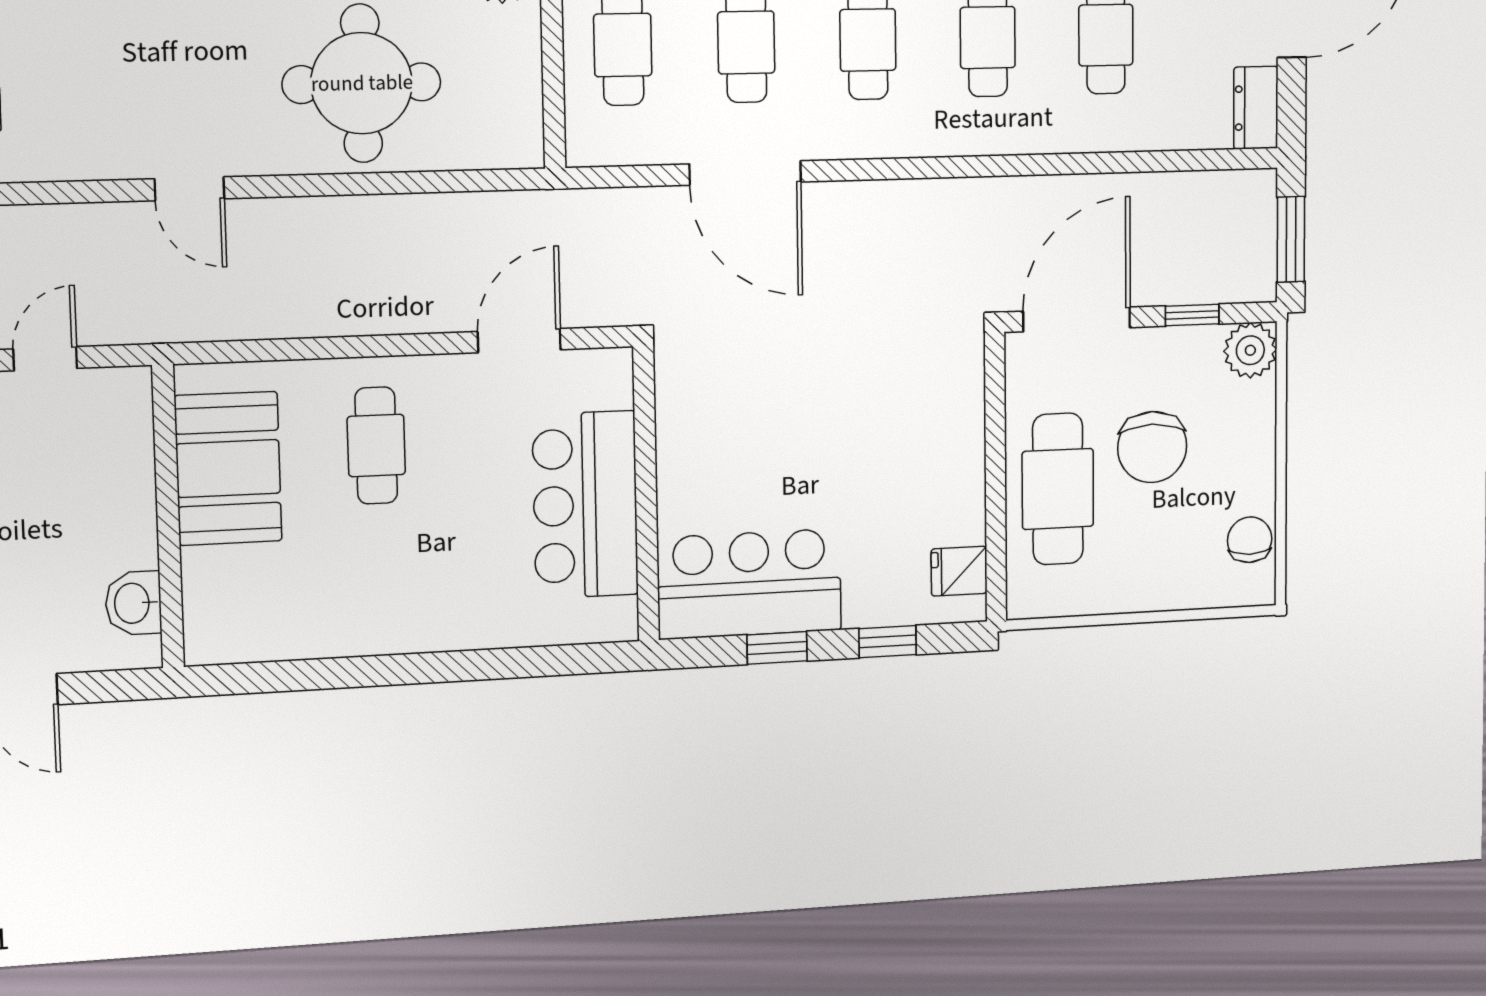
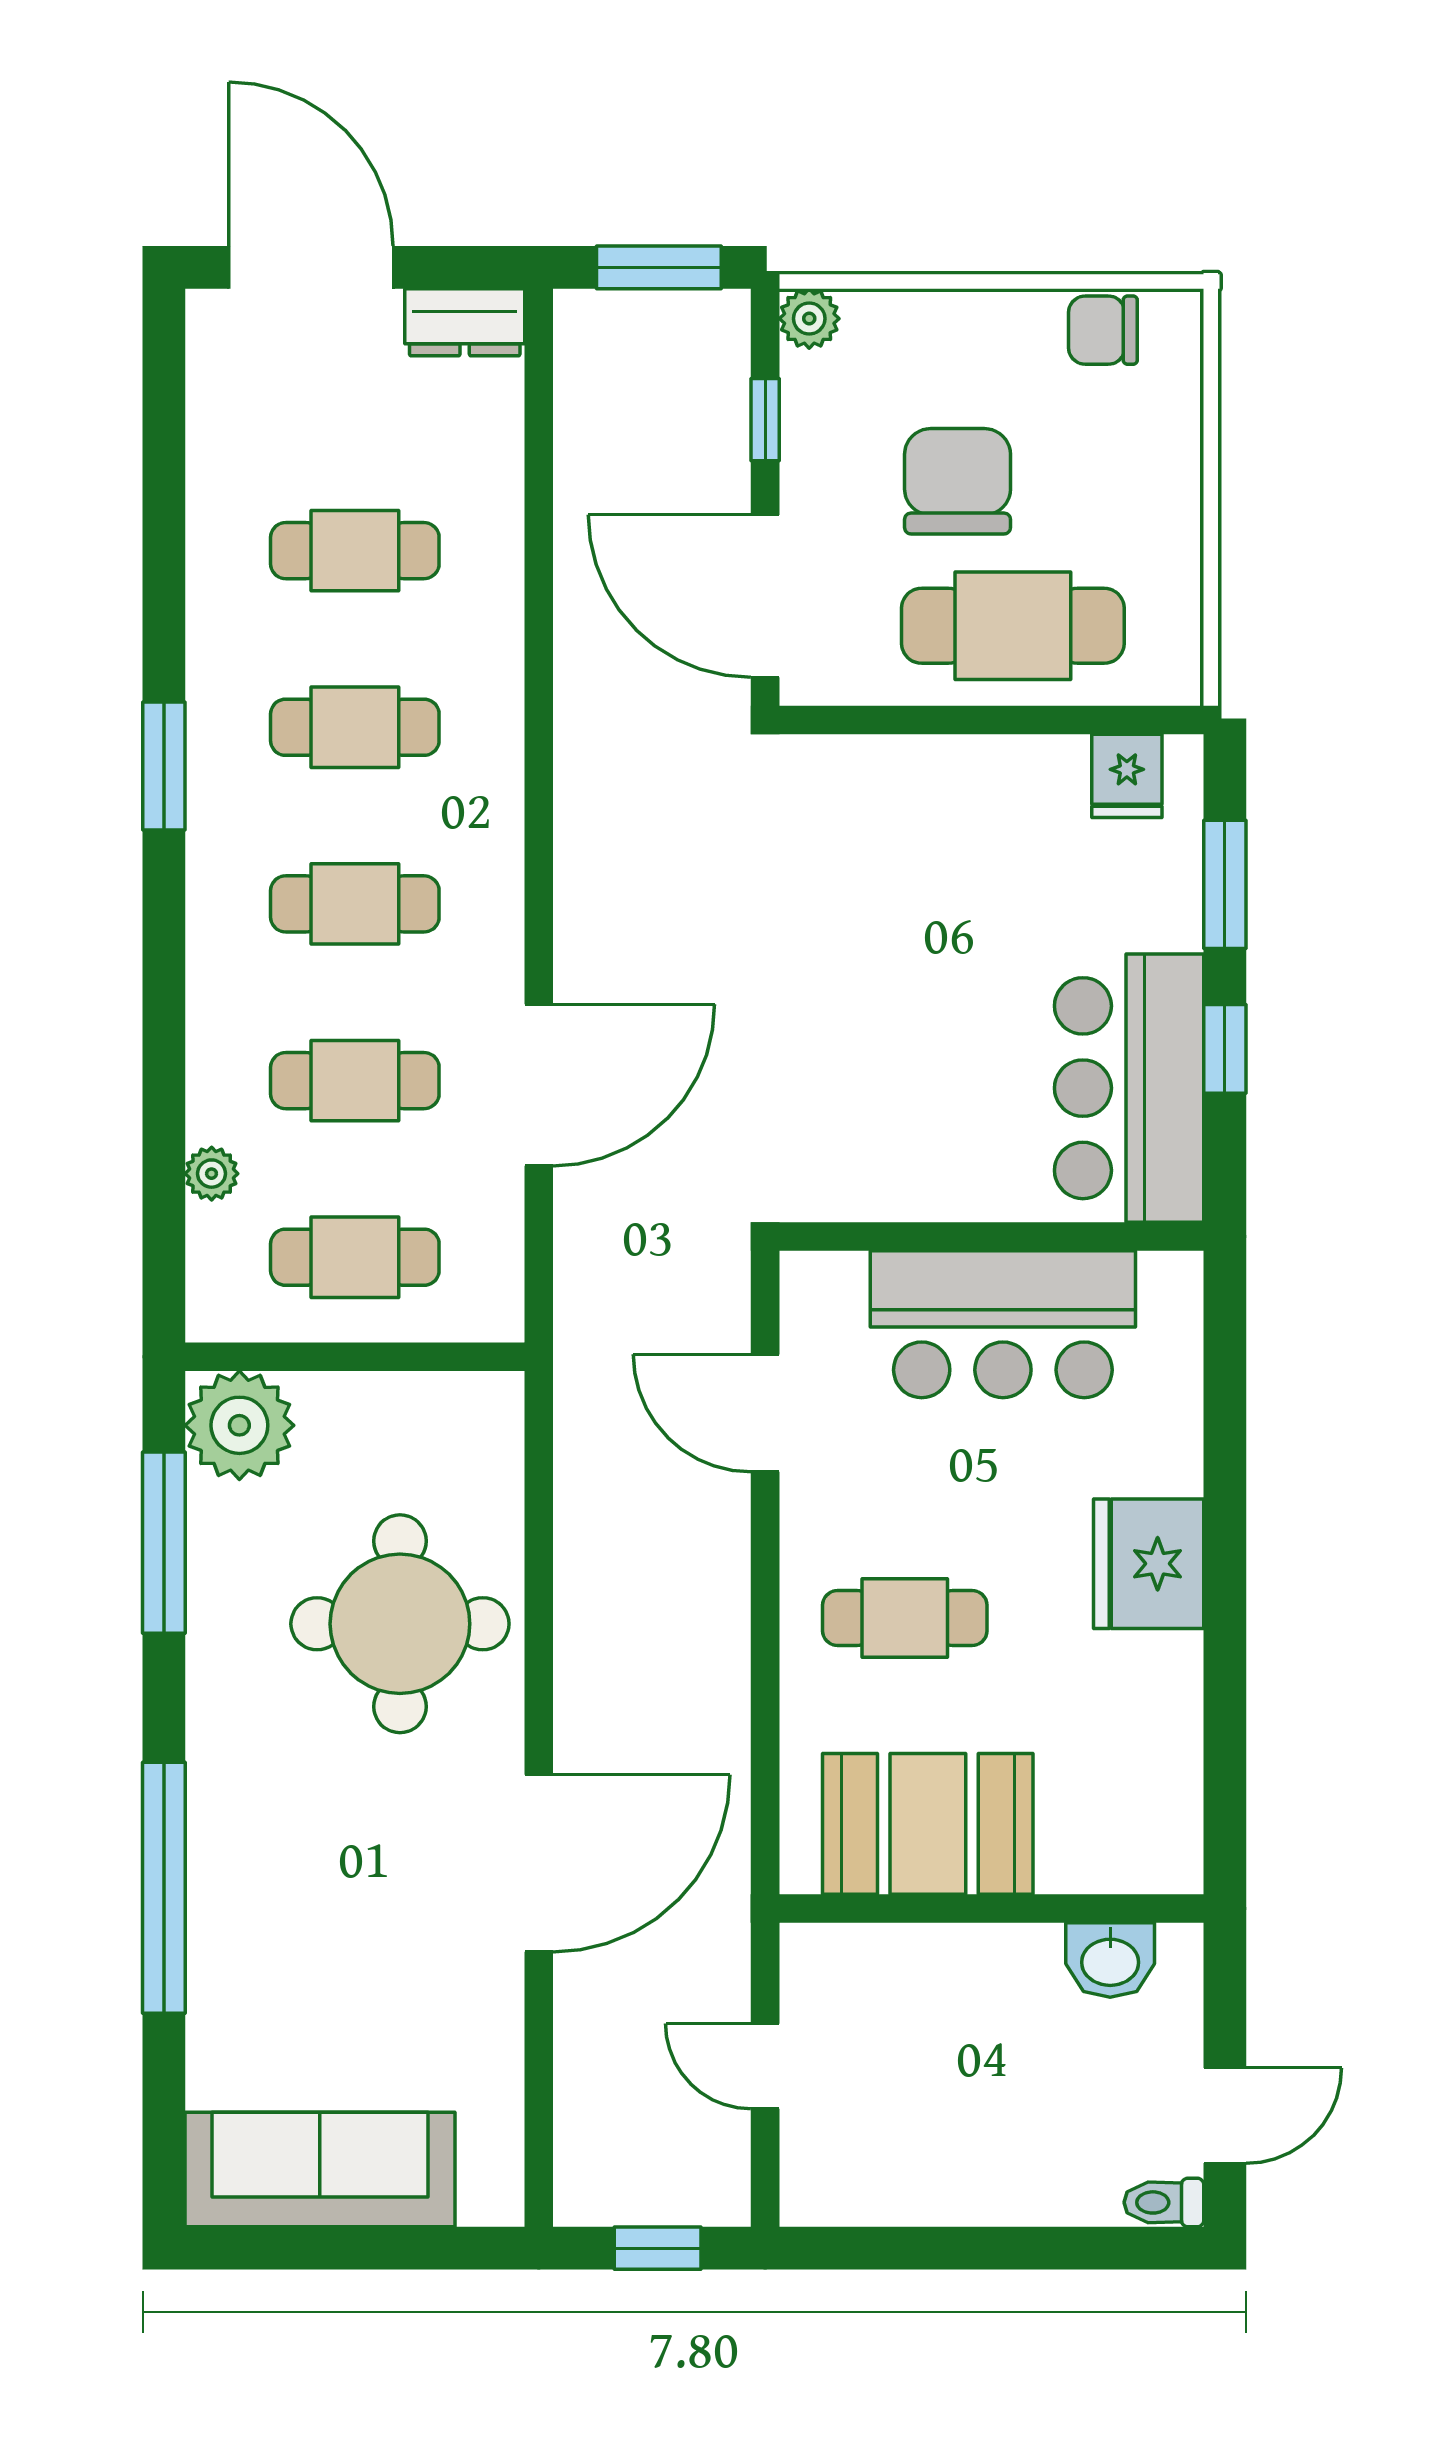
door: (190, 189) -> (539, 1863), width x1.87
plant: (1250, 350) -> (809, 319), width x0.73, depth x0.73
chair: (1152, 447) -> (958, 481), turned -90
fridge: (420, 615) -> (1149, 1564), added
window: (888, 642) -> (1225, 884), width x1.50

